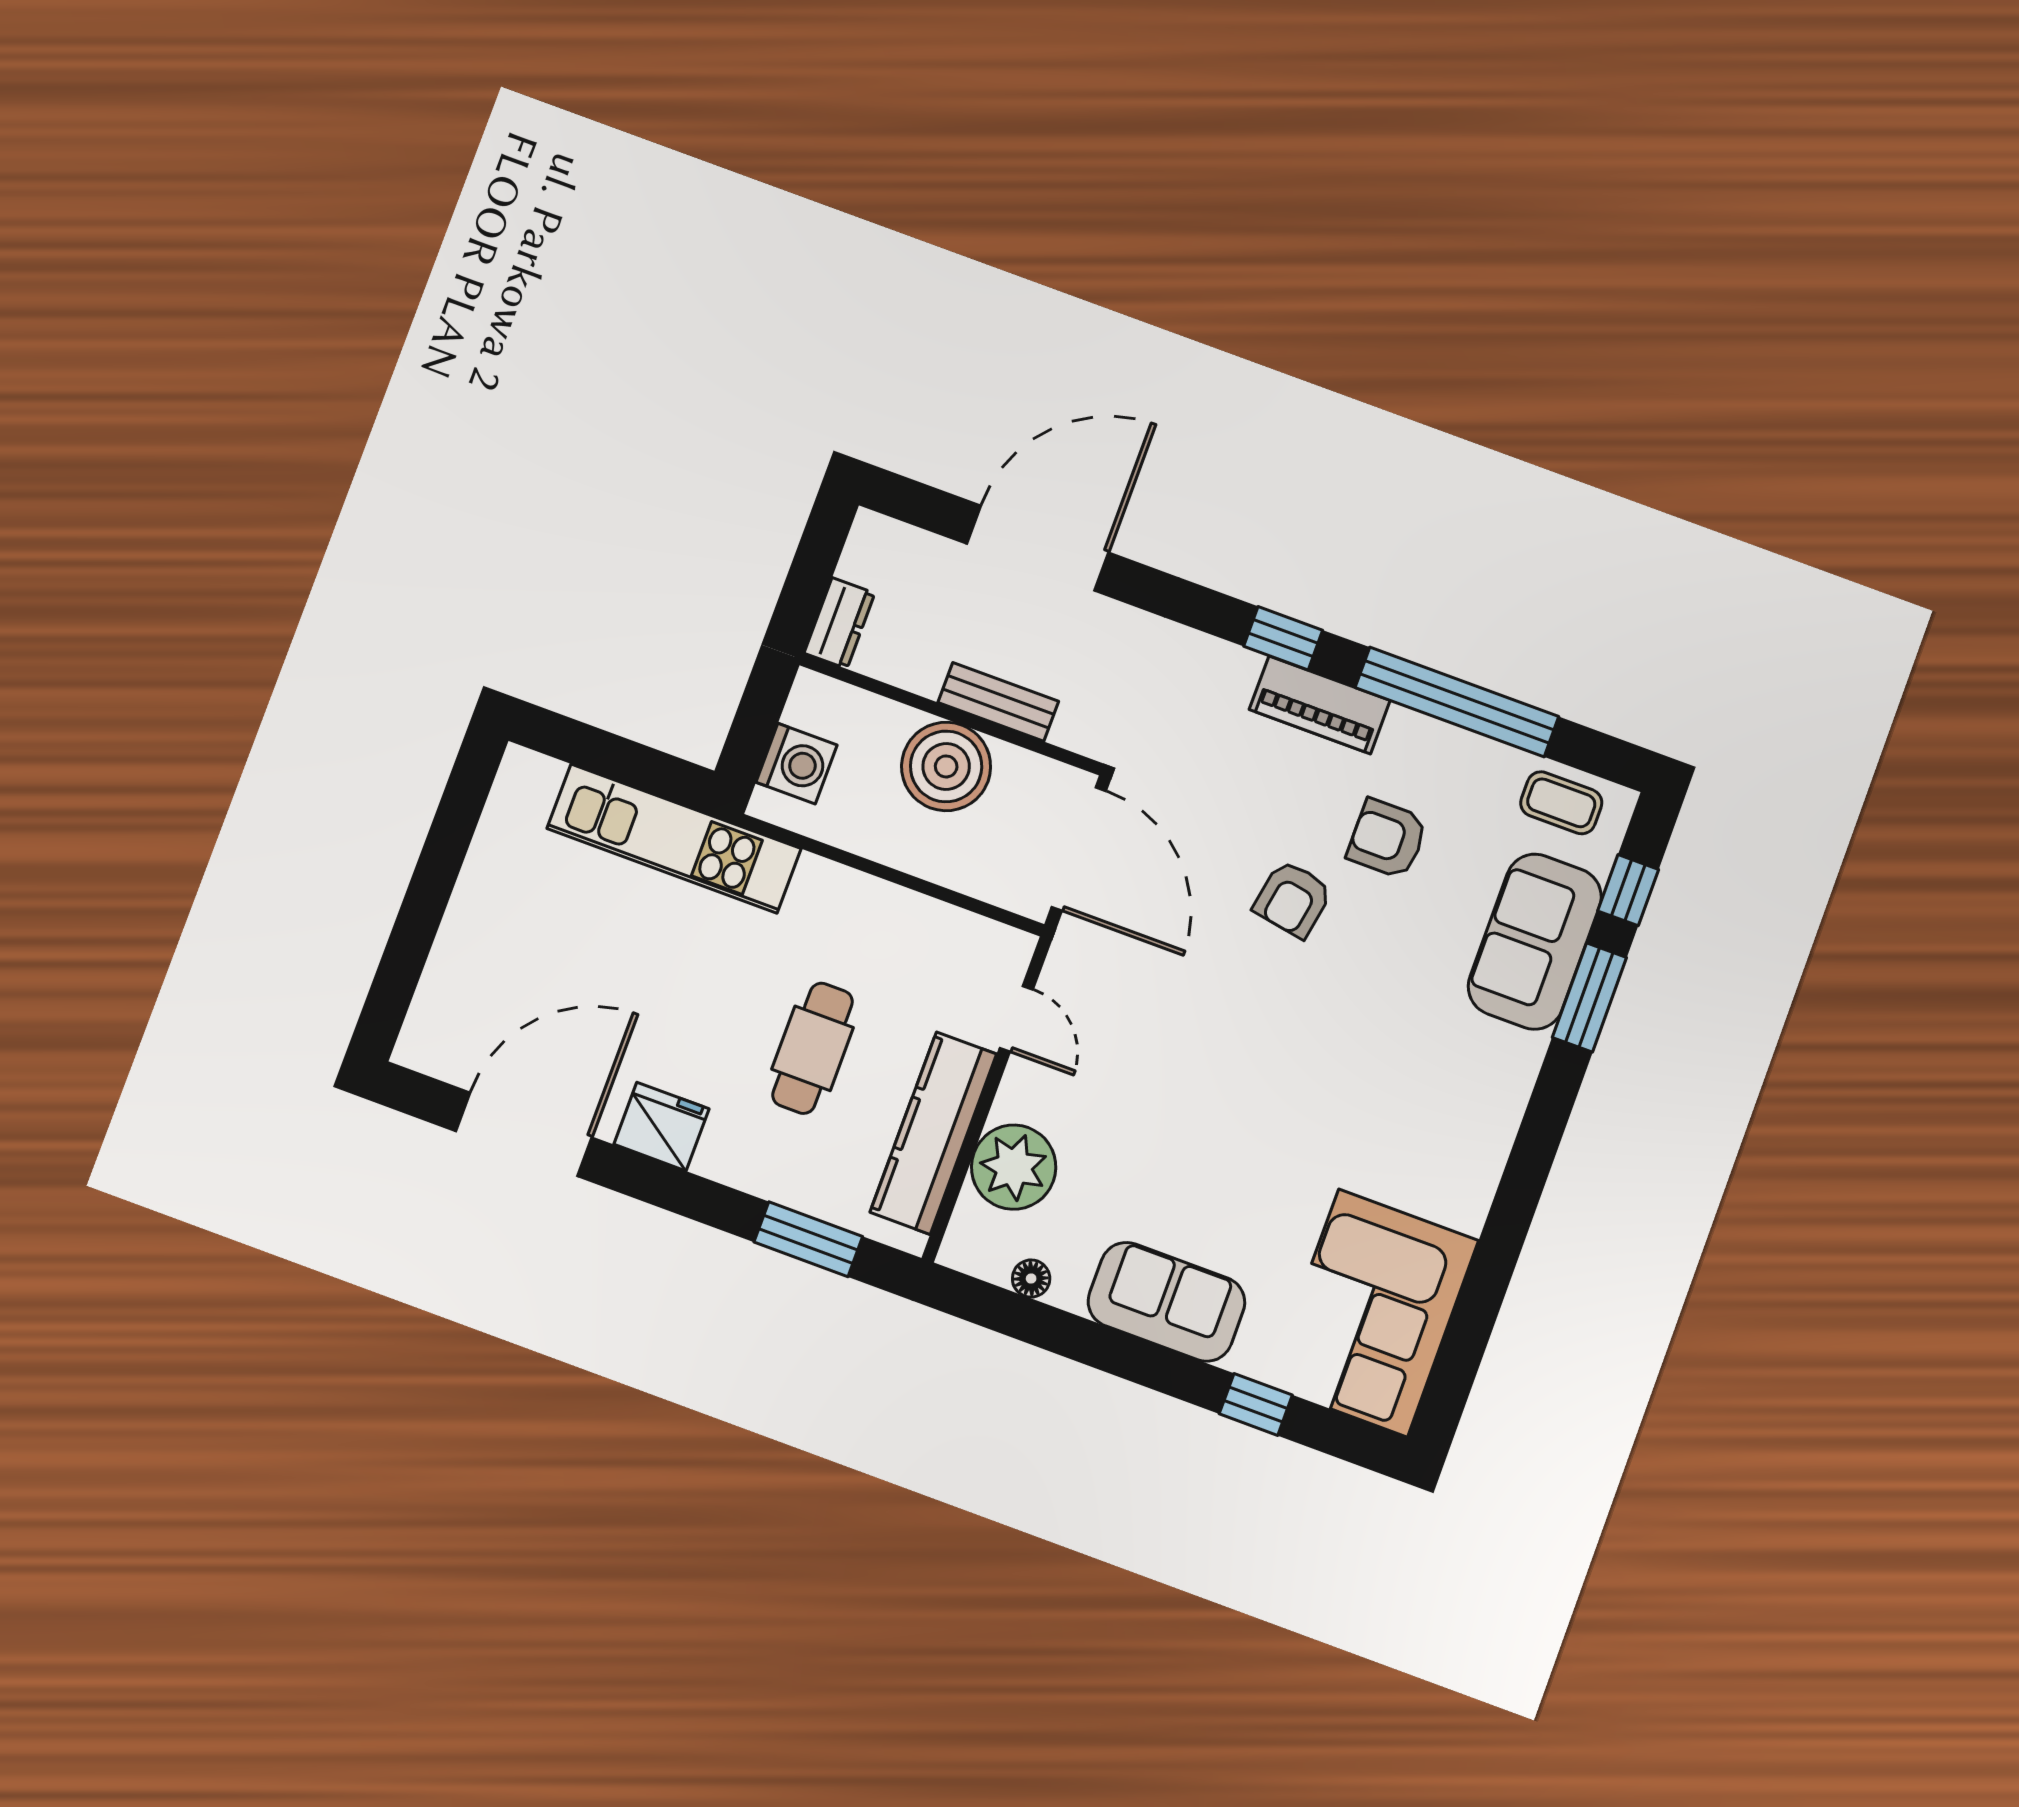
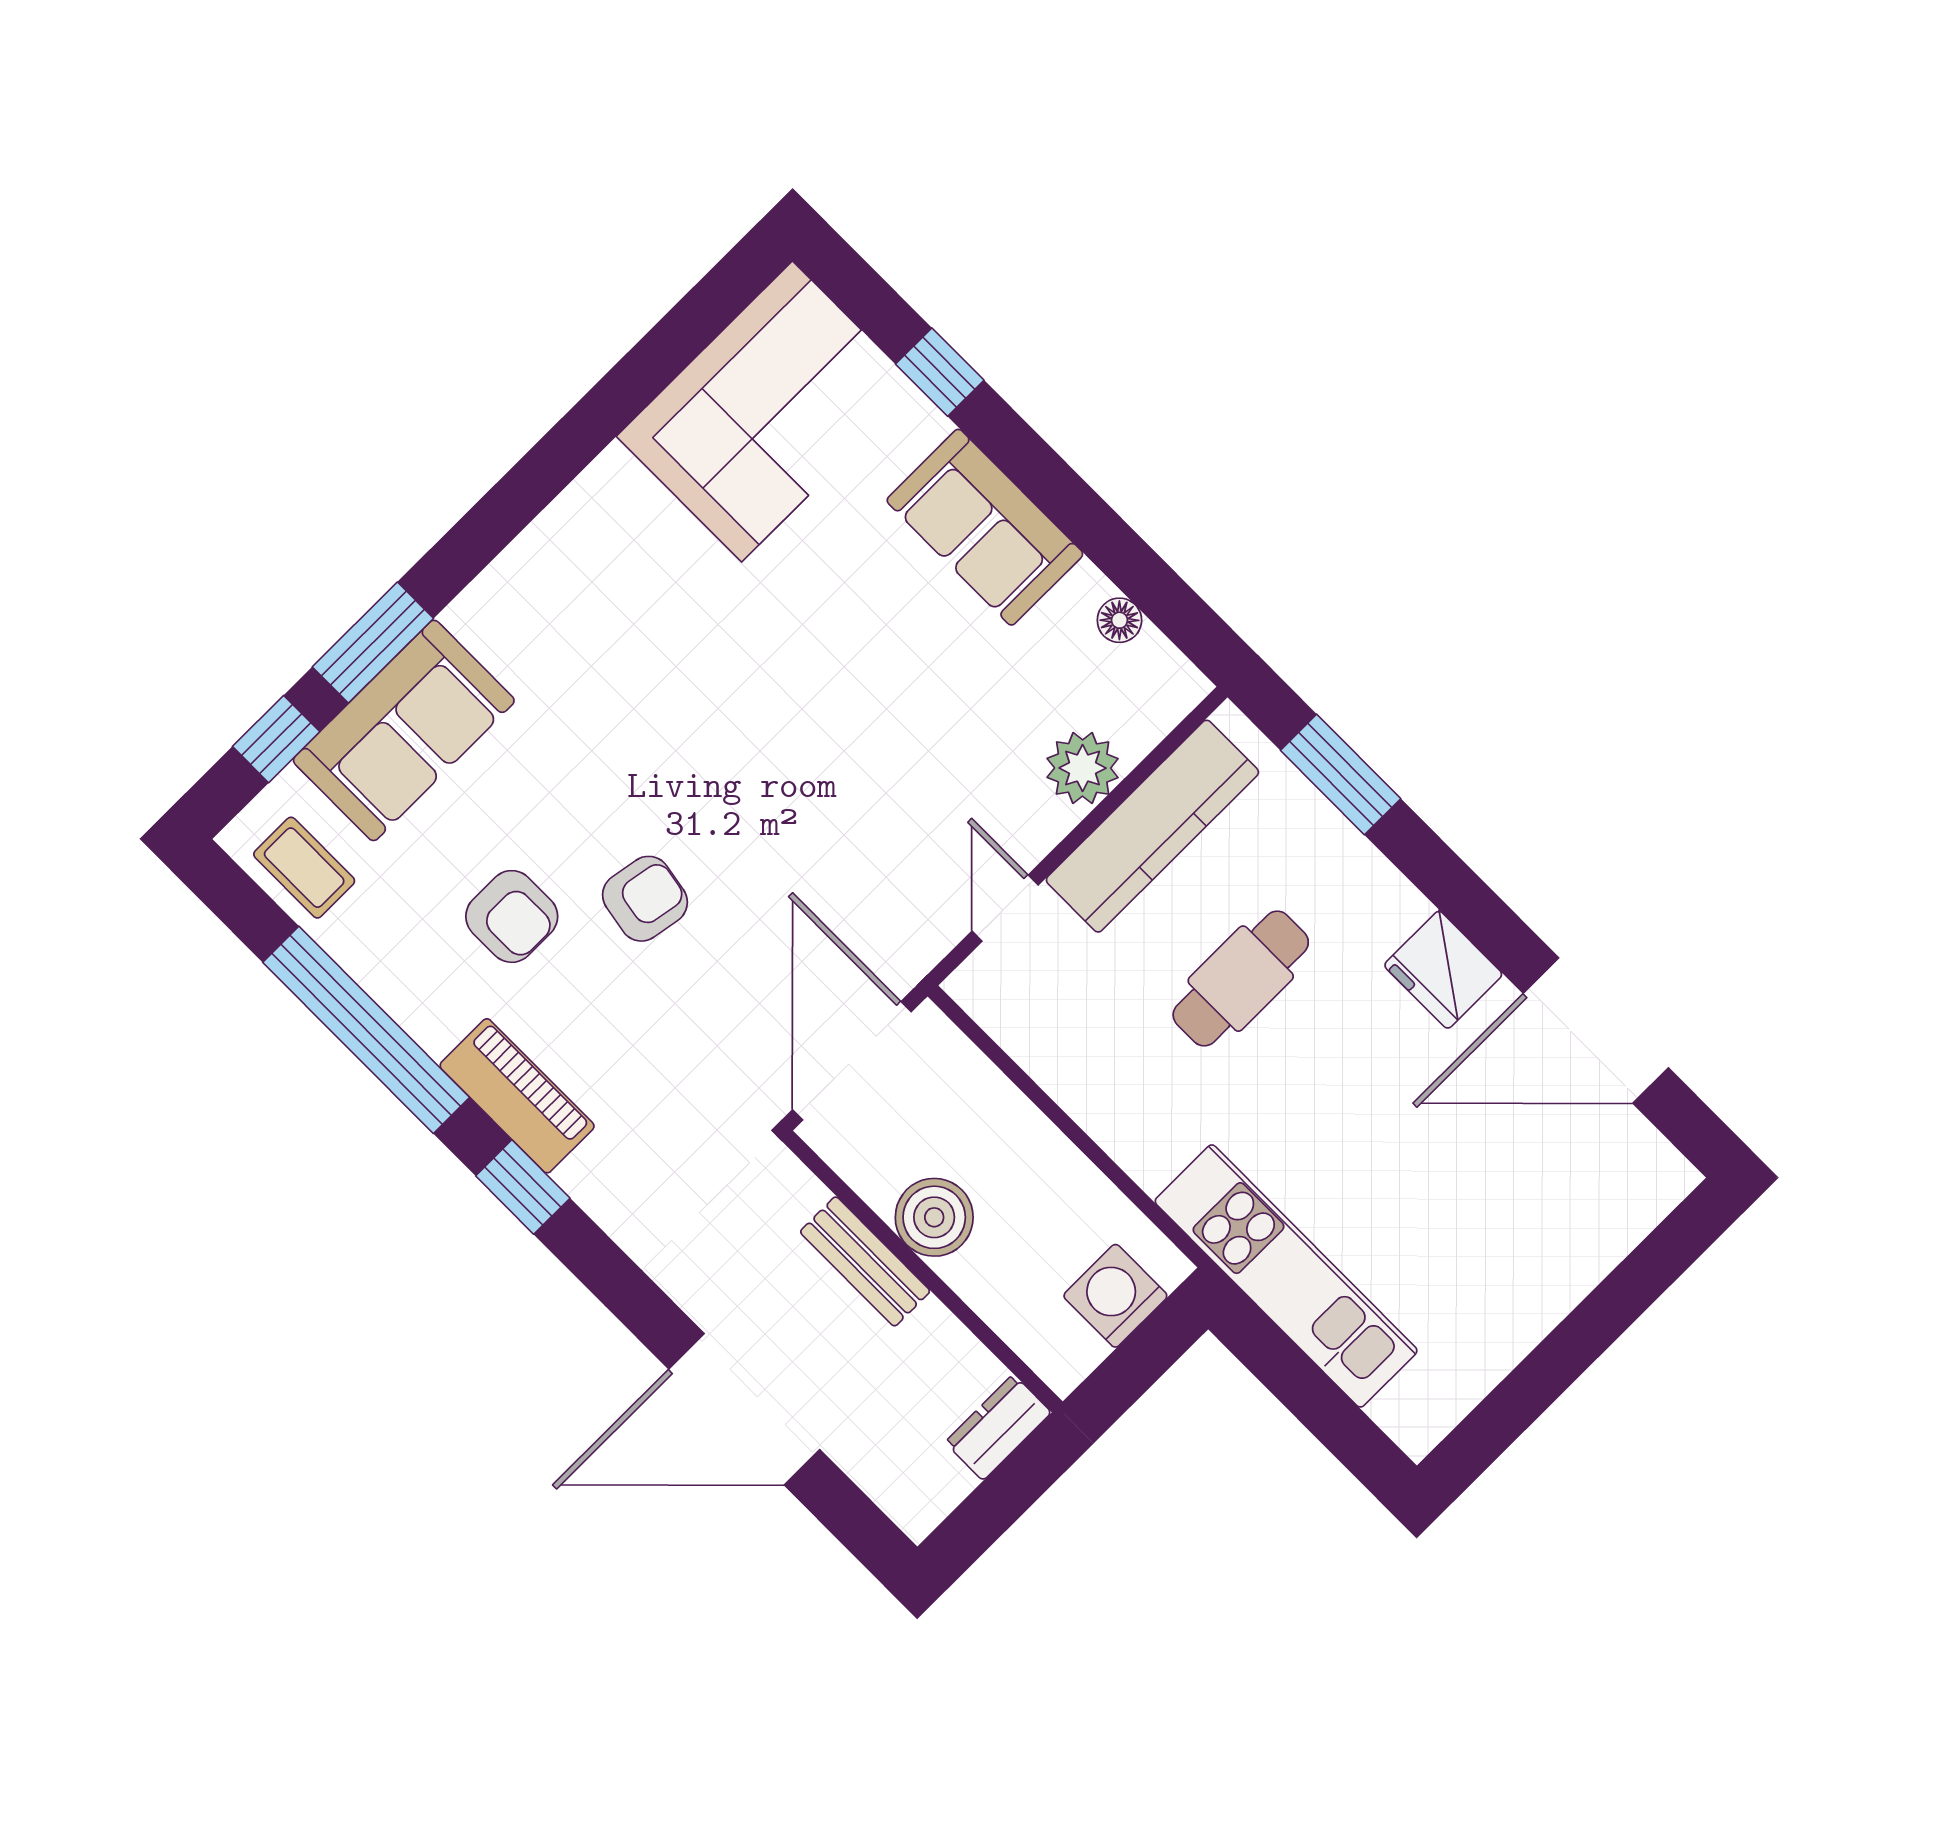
boiler: (946, 766) -> (934, 1217), width x0.73, depth x0.73
plant: (1014, 1167) -> (1083, 768), width x0.73, depth x0.73

